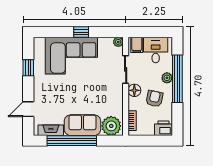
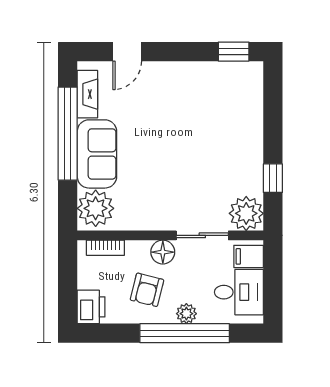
window: (81, 32) -> (273, 178), moved
plant: (118, 42) -> (246, 213), width x1.88, depth x1.88
corner sofa: (71, 56) -> (228, 133), removed
window: (28, 68) -> (234, 52), moved
armchair: (154, 99) -> (147, 290), turned 92
door: (28, 109) -> (127, 52), swing flipped

